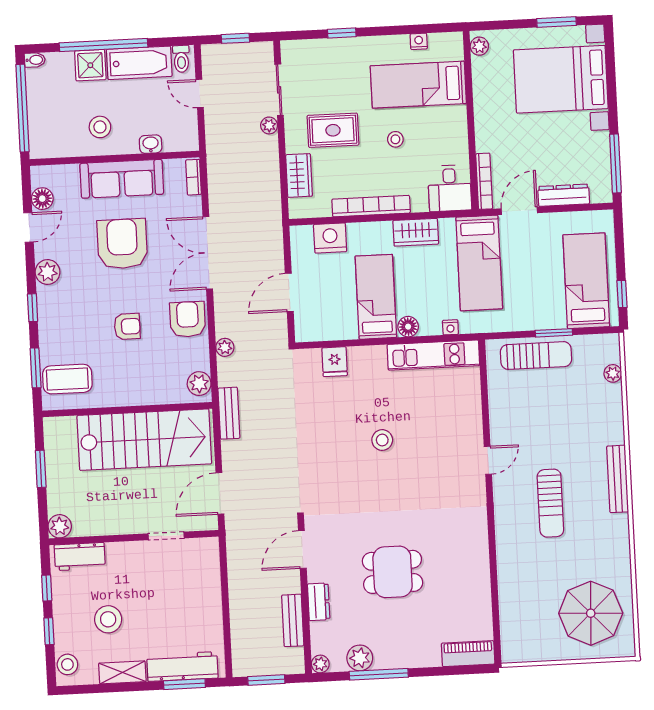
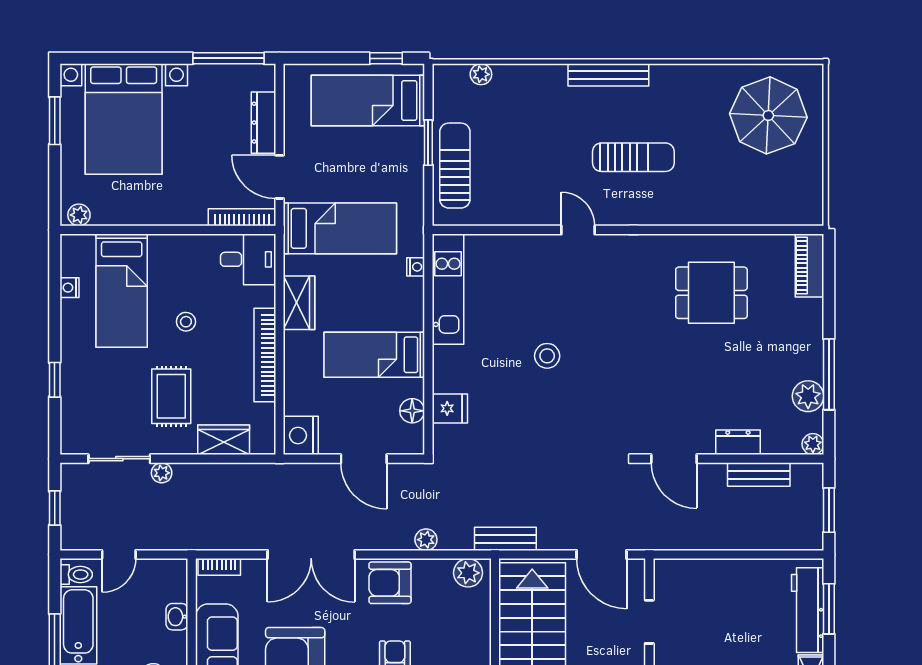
nightstand: (330, 238) -> (301, 435), moved
floor lamp: (408, 327) -> (412, 411), moved
dining table: (393, 572) -> (711, 293), moved, turned 90

